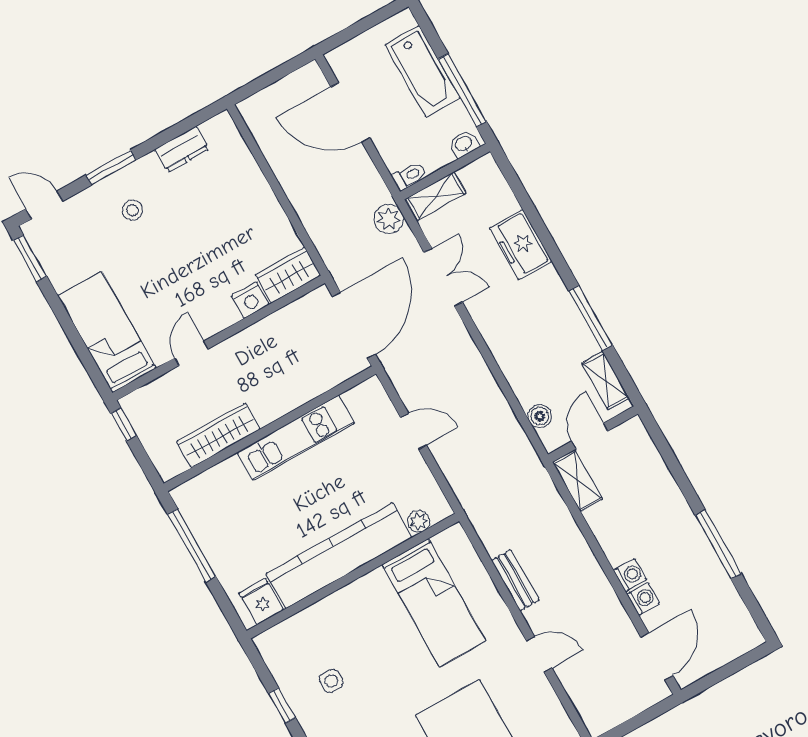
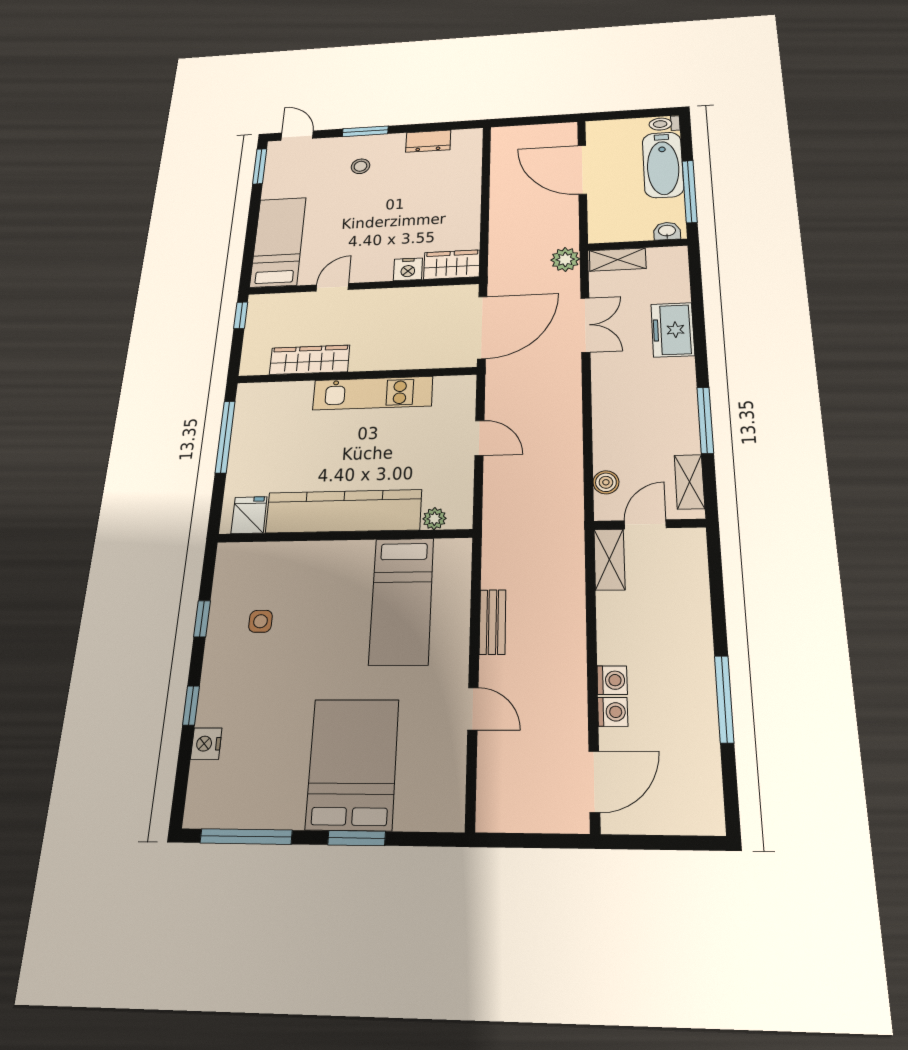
toilet: (409, 176) -> (664, 124), moved, turned 180

